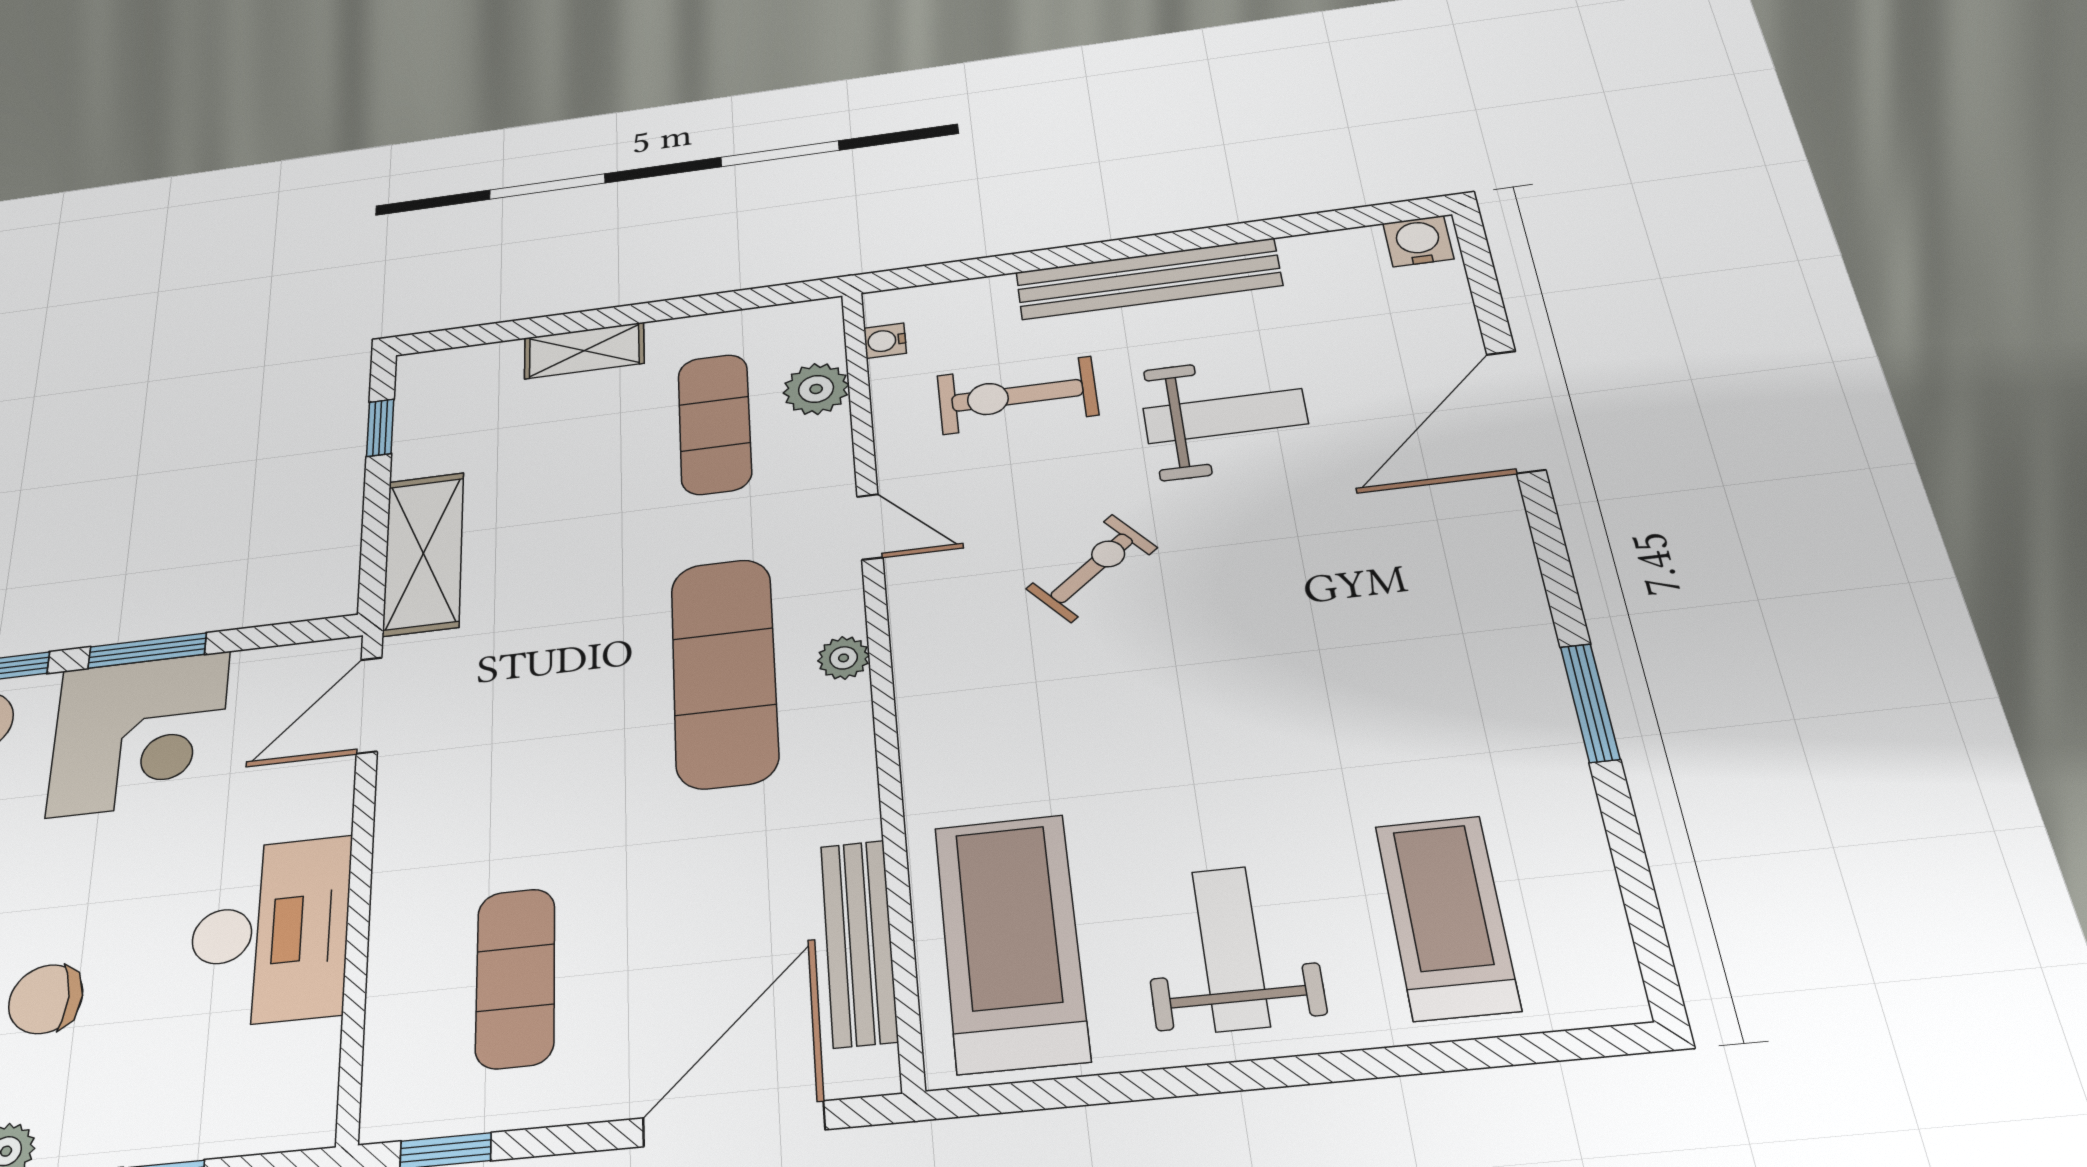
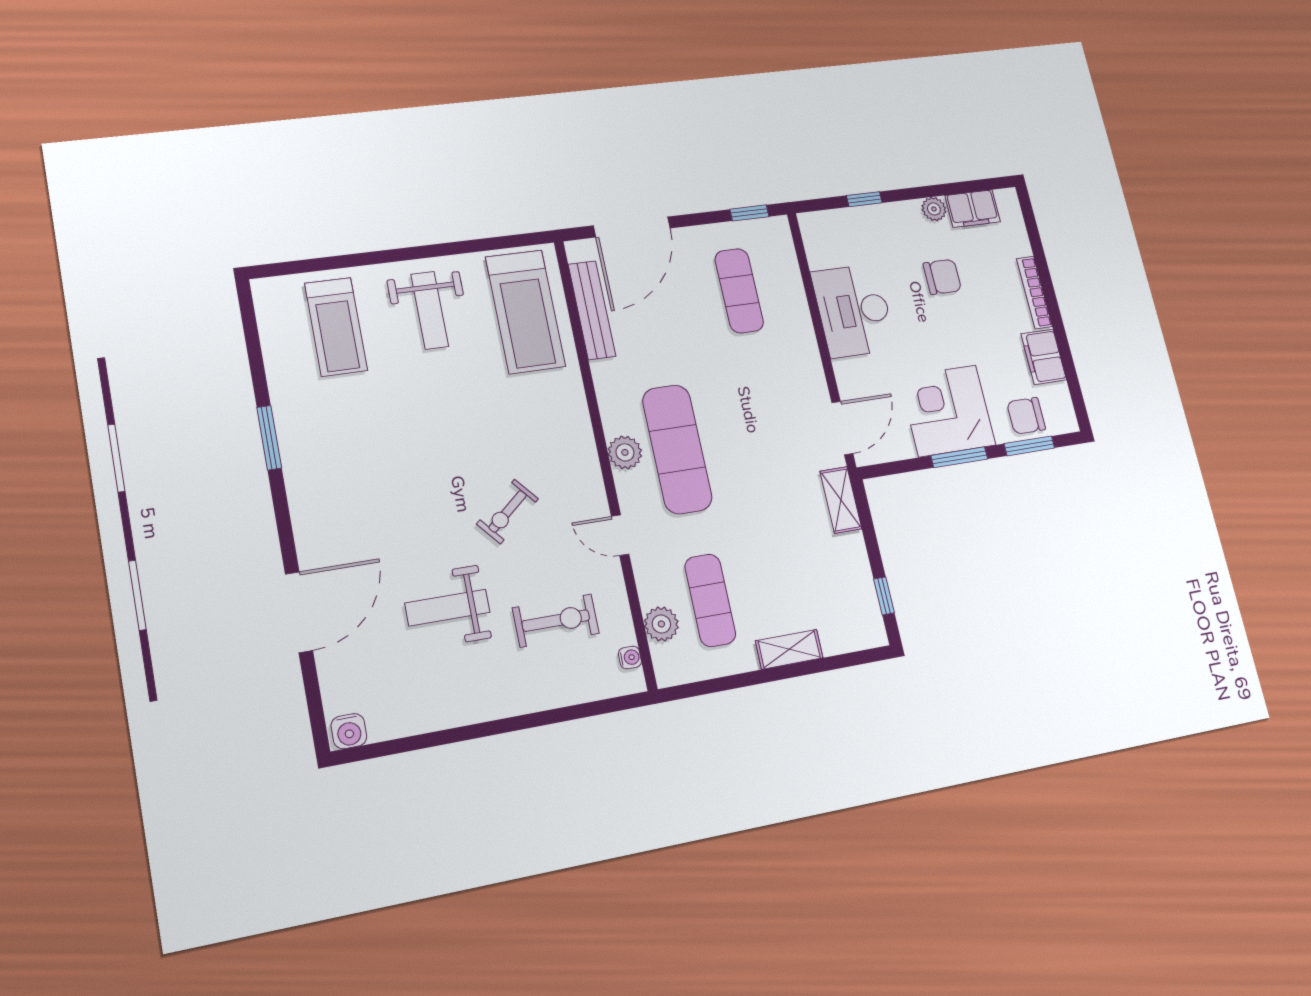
bench: (1148, 279) -> (494, 703), removed
shelving: (423, 553) -> (841, 500), width x0.67, depth x0.75
plant: (844, 658) -> (625, 452), width x1.38, depth x1.38

